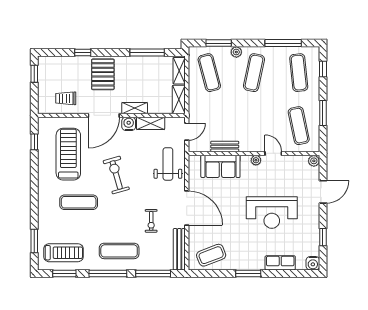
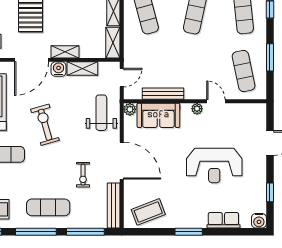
bench: (225, 146) -> (163, 94), width x1.36
plant: (314, 161) -> (130, 109), moved

